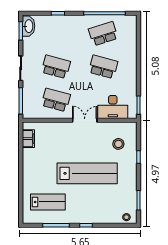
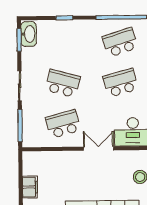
school desk: (103, 67) -> (121, 83), turned -30
school desk: (56, 100) -> (63, 124), turned -30
filing cabinet: (28, 139) -> (30, 187), moved

